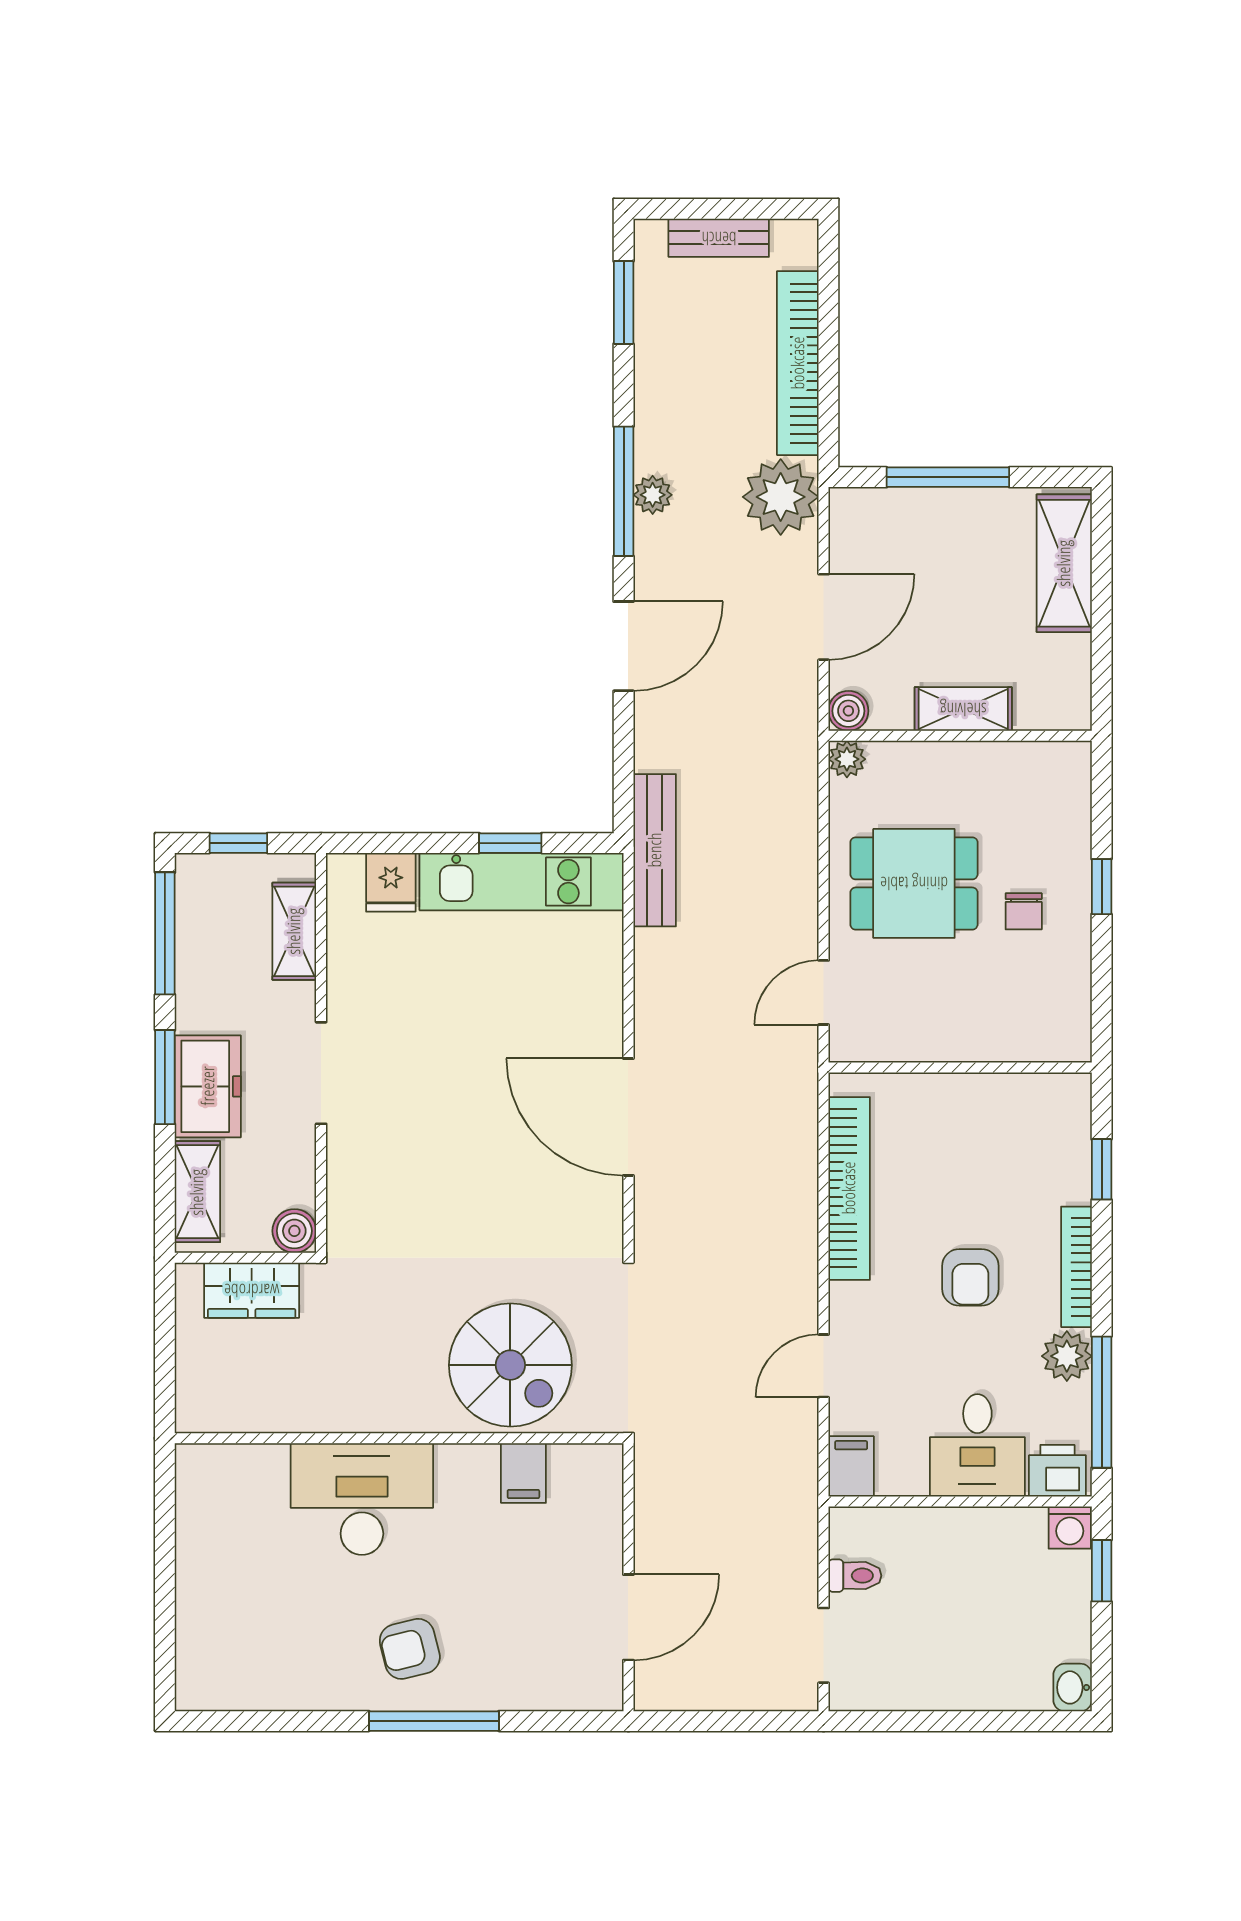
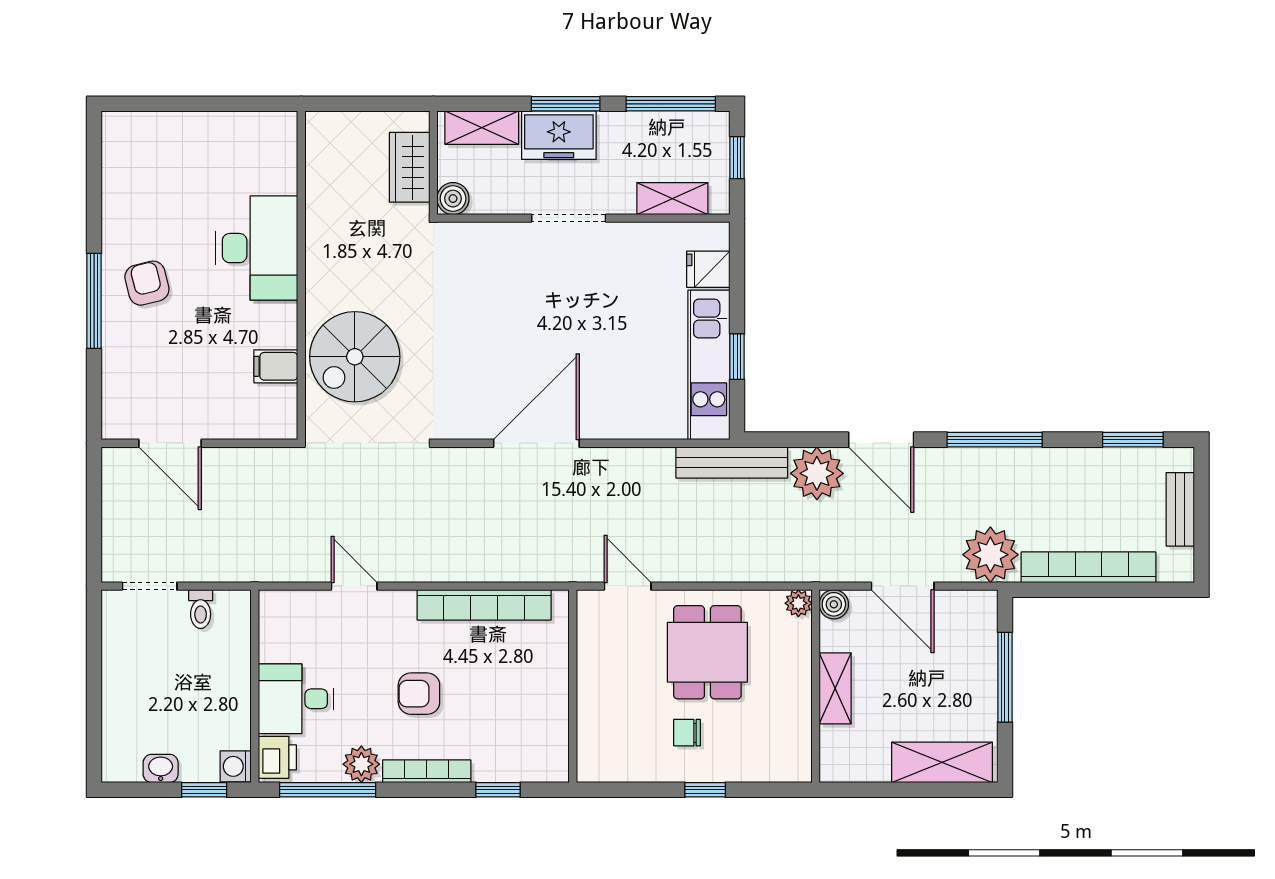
plant: (653, 495) -> (817, 473), moved, width x1.87, depth x1.87
filing cabinet: (851, 1466) -> (281, 606), removed
washbasin: (1073, 1687) -> (161, 768), moved

